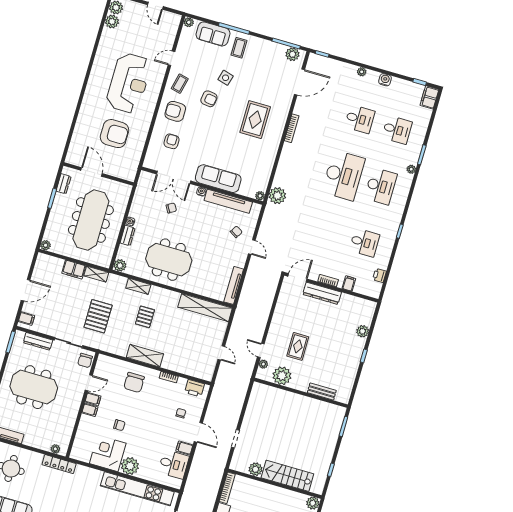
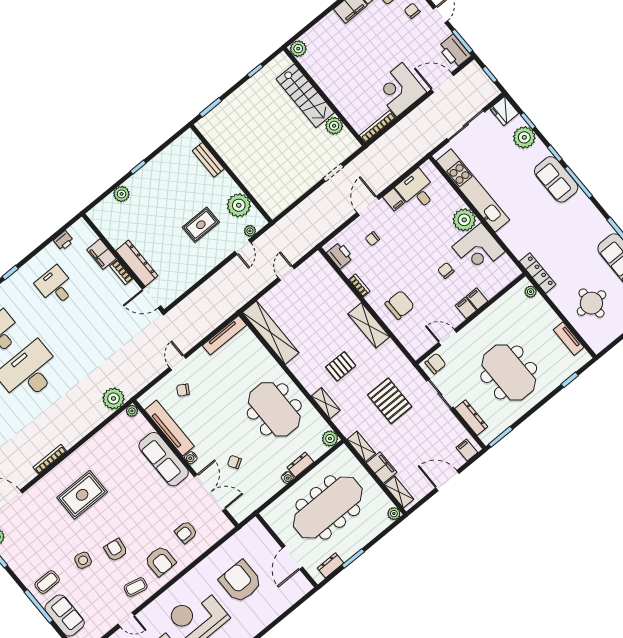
shelving: (52, 261) -> (399, 492), added
filing cabinet: (349, 284) -> (102, 254), width x2.00
pallet: (98, 316) -> (390, 401), turned 90
filing cabinet: (93, 399) -> (477, 299), moved

